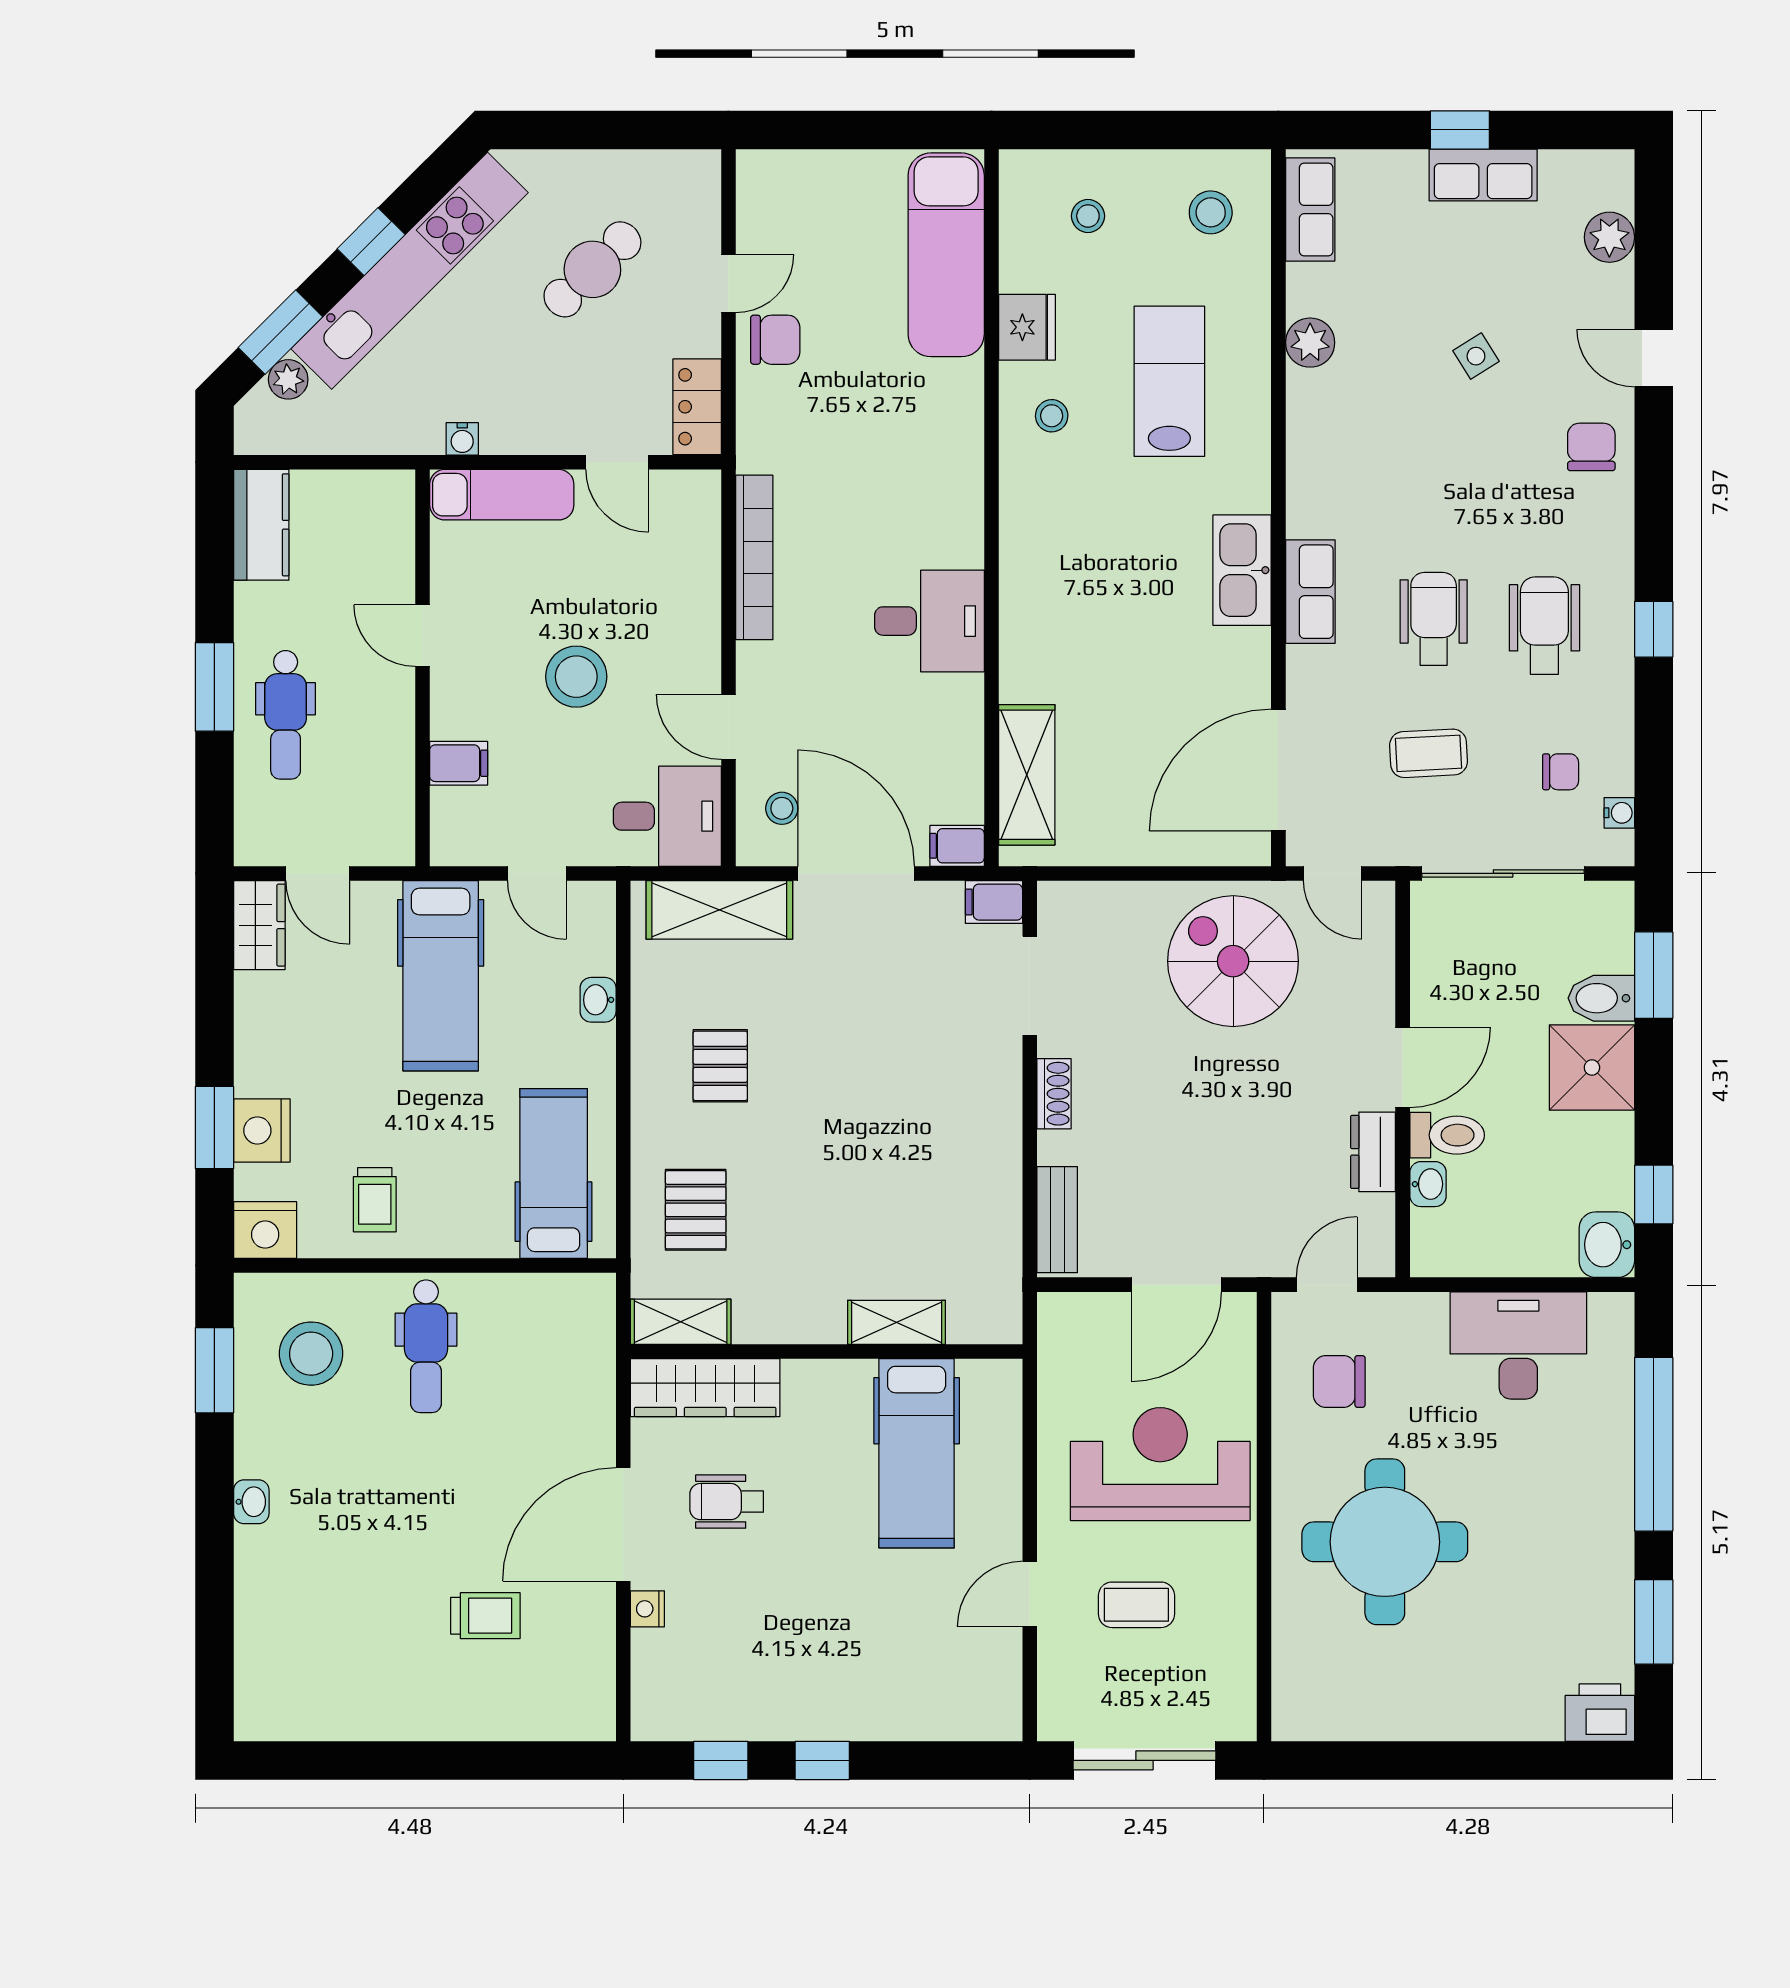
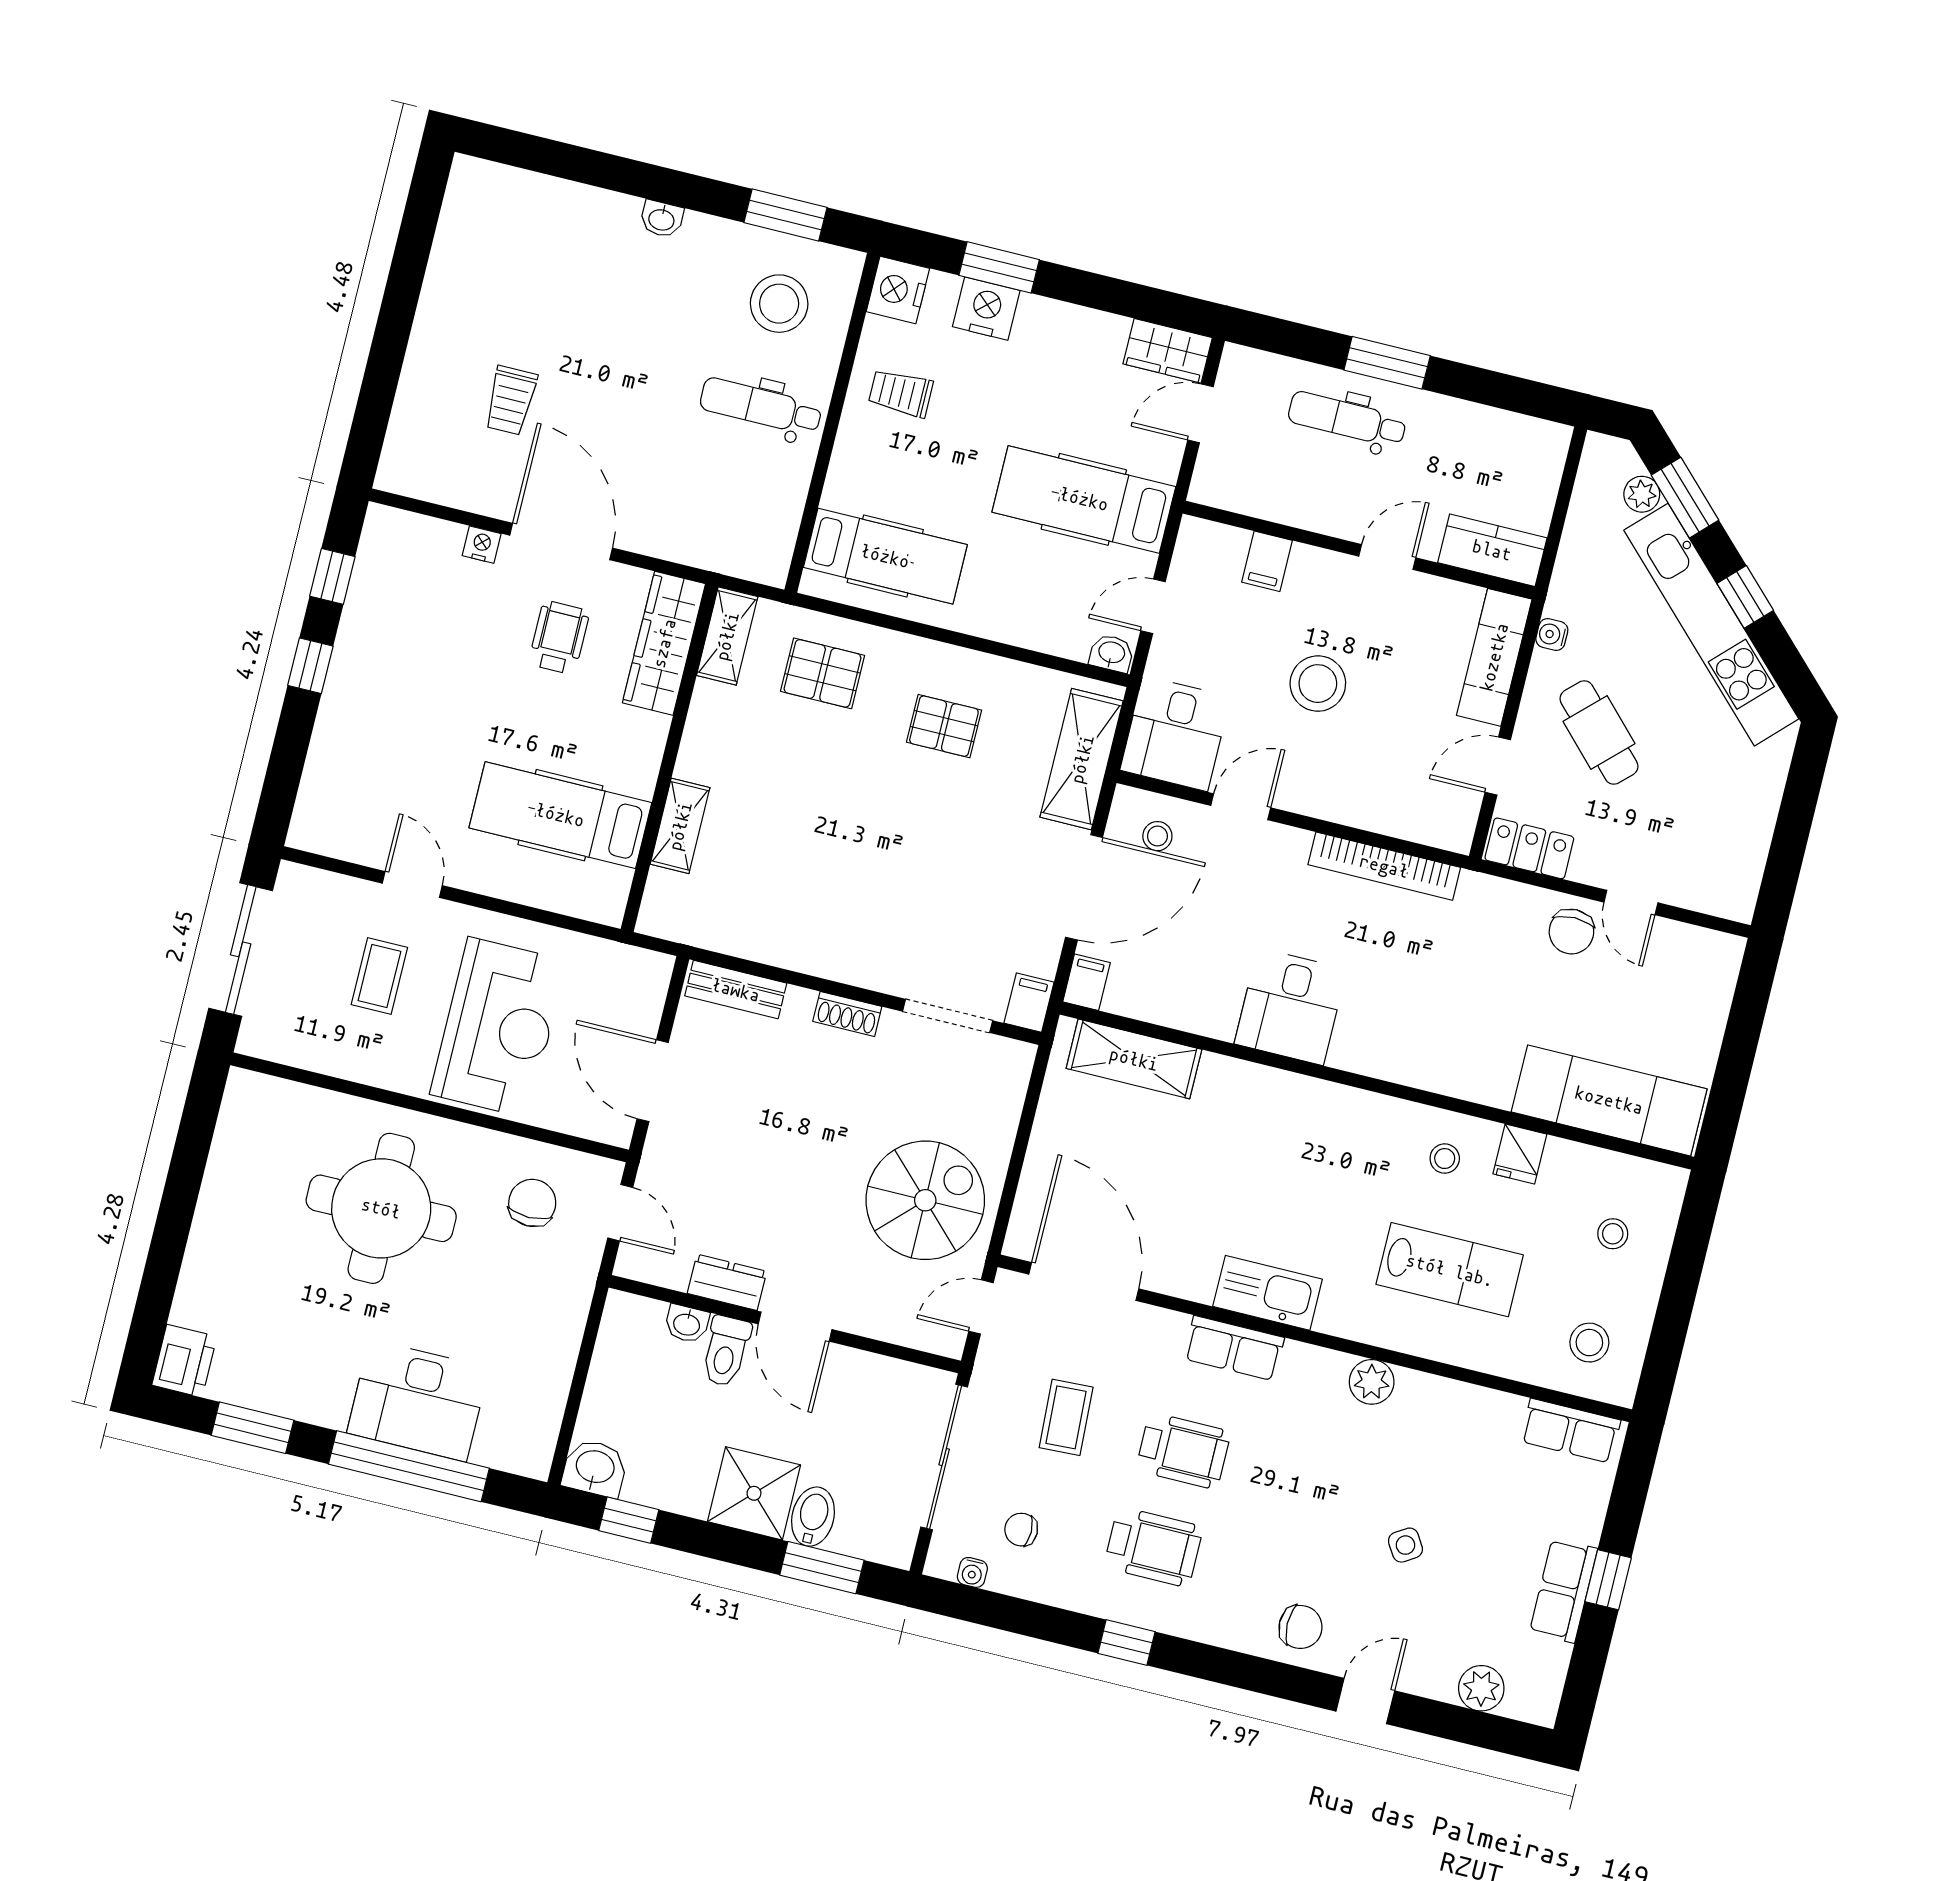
cafe table: (592, 269) -> (1599, 733), moved
fridge: (1027, 327) -> (1520, 1154), width x0.72
plant: (1310, 343) -> (1372, 1382), moved
kitchen counter: (261, 525) -> (1492, 550), moved, turned 180
chair: (1561, 772) -> (1021, 1530), turned 90
washbasin: (598, 1000) -> (1111, 653), moved
desk: (1518, 1345) -> (418, 1400), moved, turned 90

